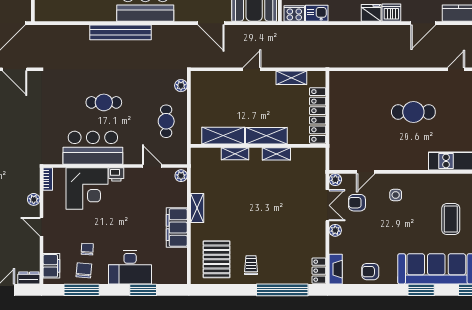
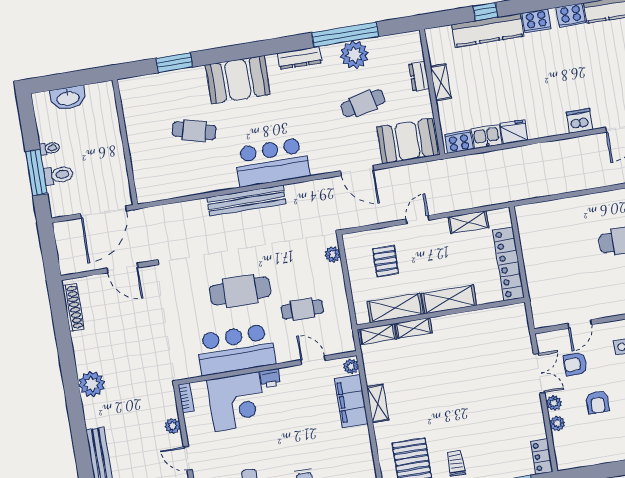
fridge: (371, 13) -> (514, 132), moved
pallet: (222, 98) -> (386, 261), added
cafe table: (104, 102) -> (240, 291), width x1.37, depth x1.35
cafe table: (166, 121) -> (302, 309), moved, turned 90
shelving: (276, 154) -> (378, 334), moved
plant: (335, 180) -> (557, 423), moved
filing cabinet: (177, 228) -> (351, 401), moved
fireplace: (336, 269) -> (562, 451), removed
armchair: (370, 272) -> (597, 402), moved, turned -90

